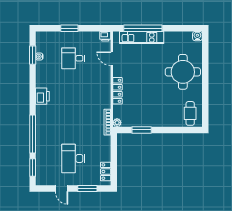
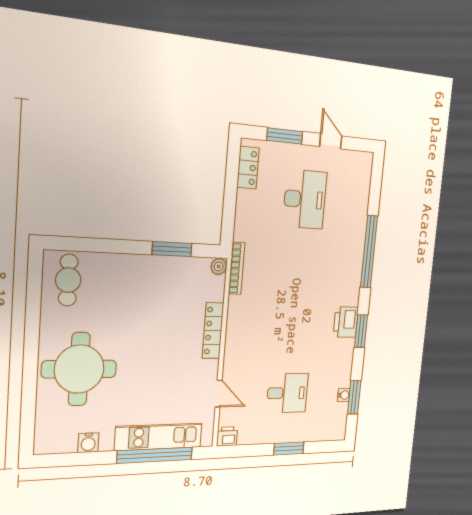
water cooler: (197, 36) -> (88, 443), moved
window: (33, 168) -> (361, 331), moved

